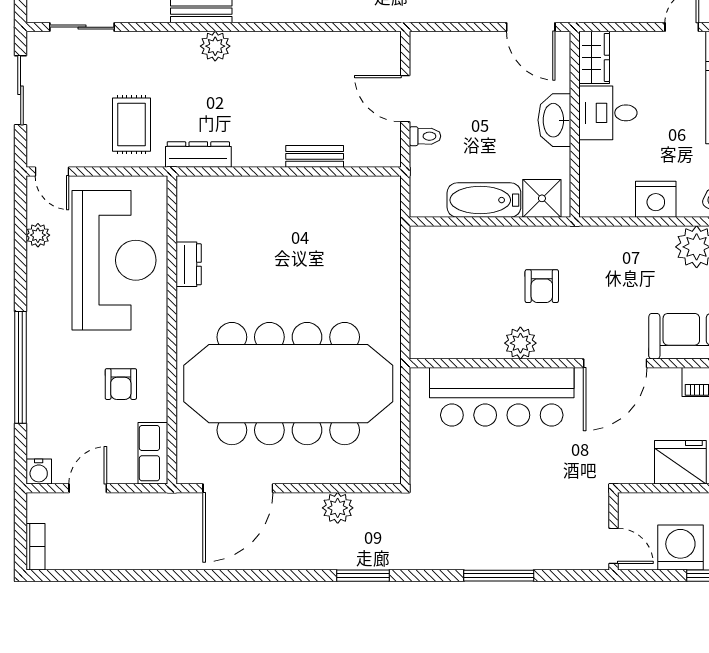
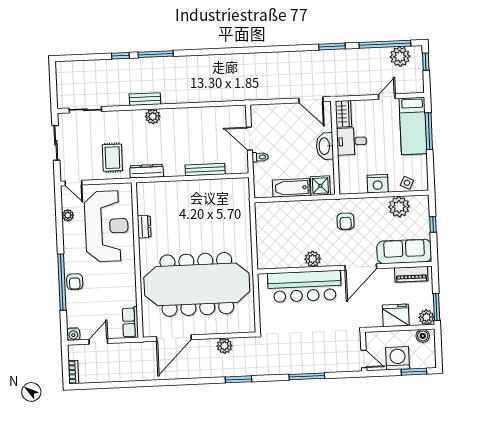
bench: (315, 156) -> (205, 170), width x1.36
armchair: (542, 286) -> (346, 221), moved
armchair: (121, 384) -> (75, 282), moved

